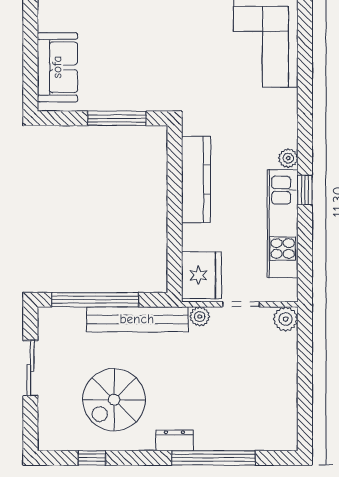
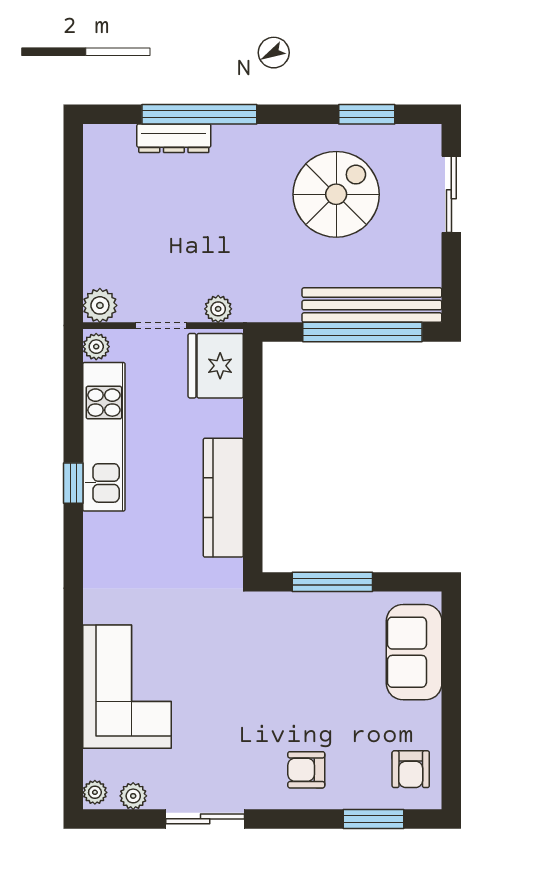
plant: (288, 158) -> (96, 347), moved
bench: (137, 319) -> (372, 305), moved
sliding door: (30, 368) -> (451, 194), moved
dresser: (174, 440) -> (174, 138), moved, width x1.44
window: (92, 458) -> (367, 114), width x1.50

